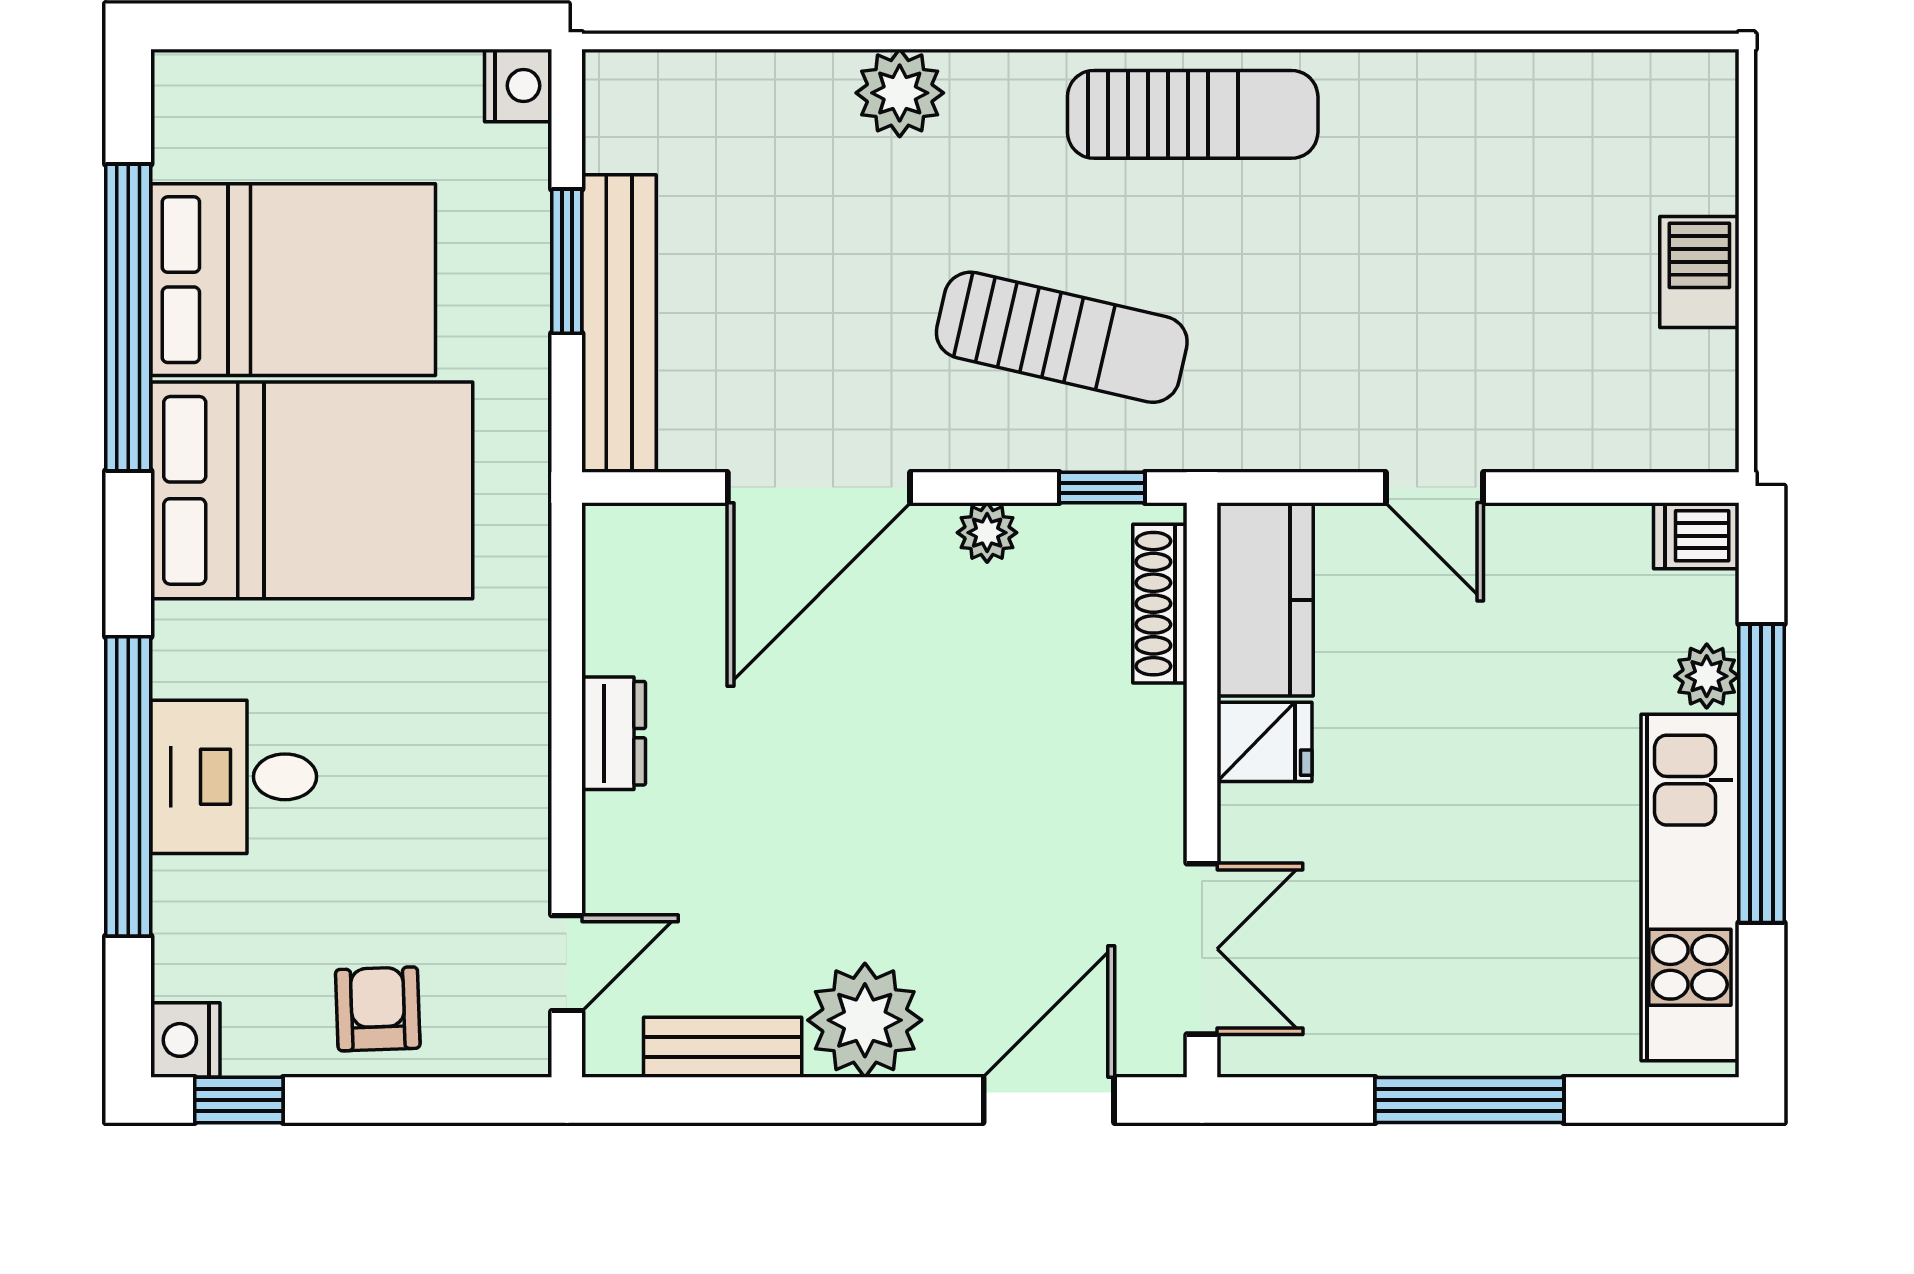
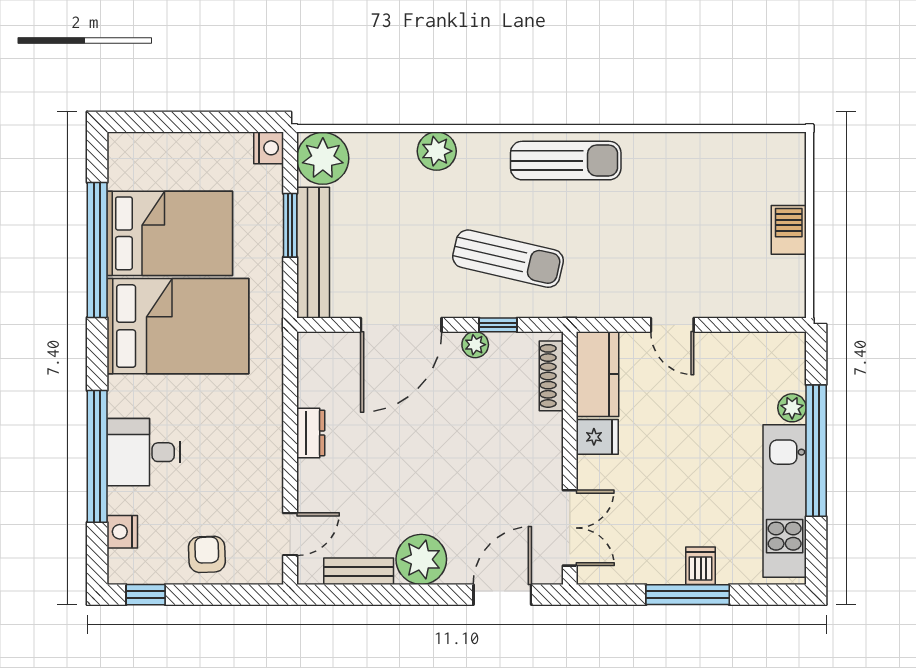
plant: (641, 109) -> (323, 158), added
window: (1102, 488) -> (498, 325), moved
dishwasher: (1696, 536) -> (701, 566), moved, turned 90
nightstand: (185, 1040) -> (122, 532), moved

